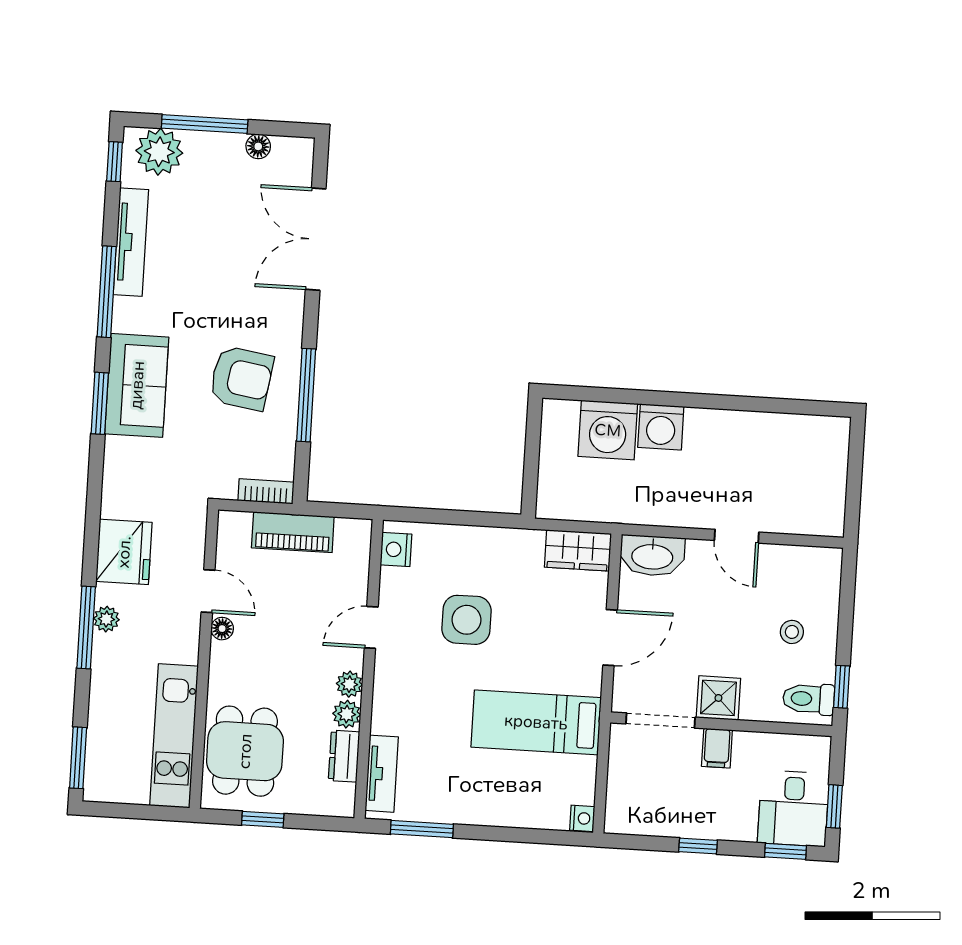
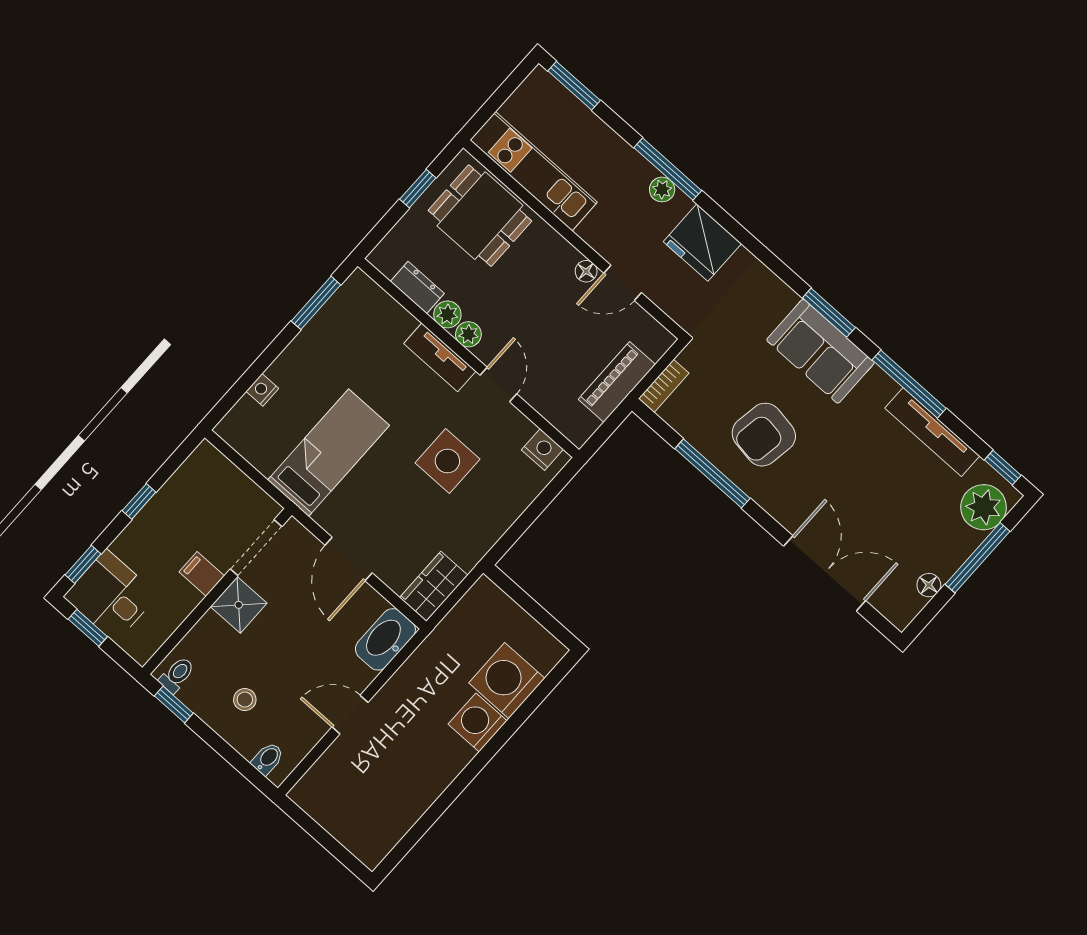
bidet: (826, 575) -> (268, 759), added
toilet: (809, 699) -> (177, 675), width x0.73, depth x0.72
tv unit: (382, 774) -> (440, 357), moved
nightstand: (582, 818) -> (262, 390), moved, turned 90

